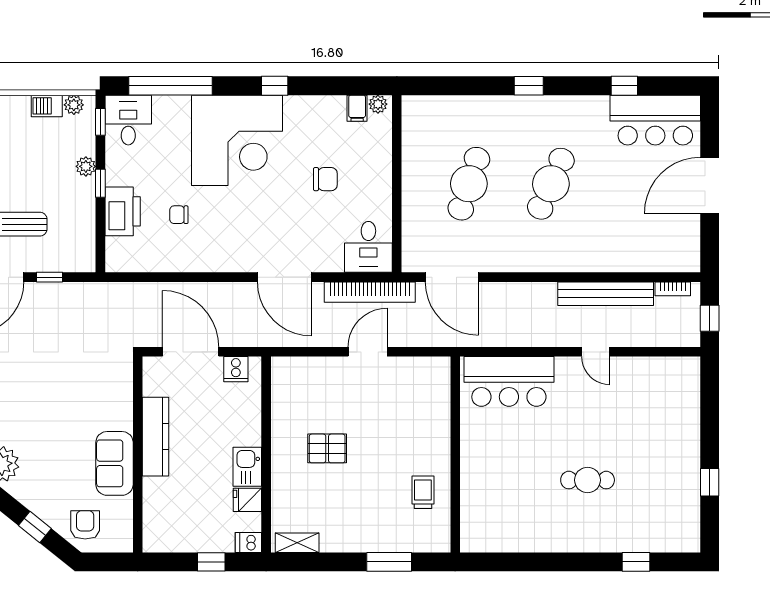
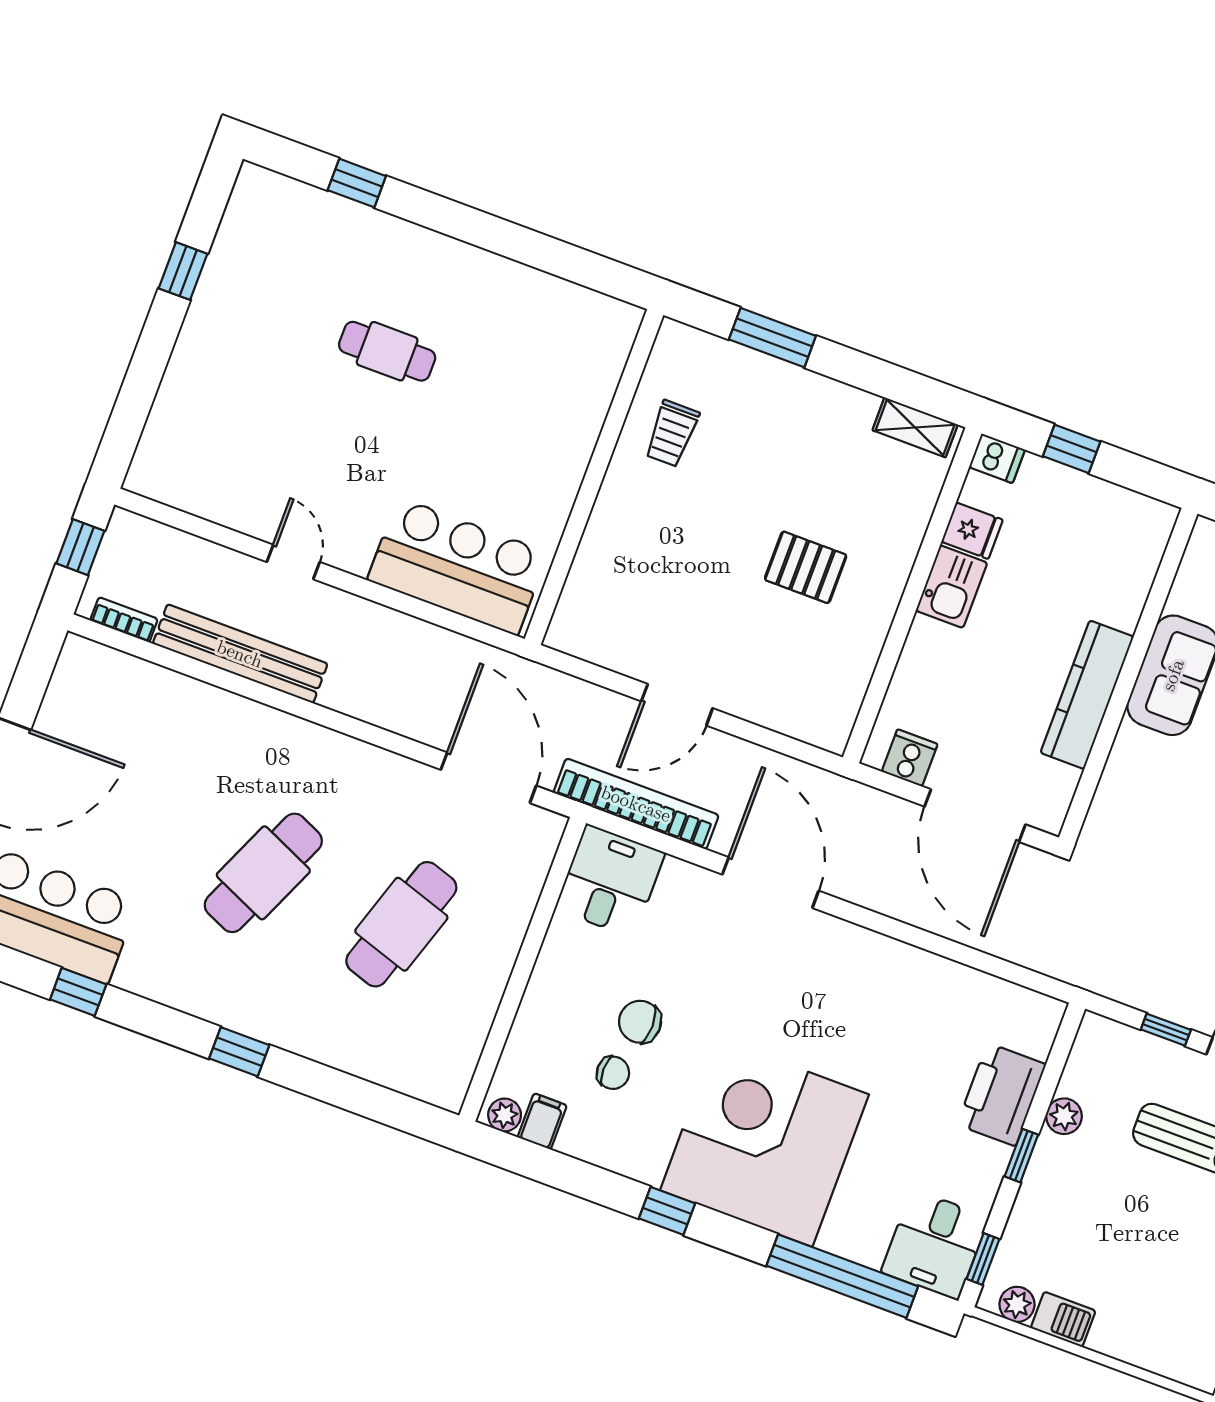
plant: (86, 166) -> (1064, 1116), moved
chair: (179, 215) -> (613, 1073), moved

